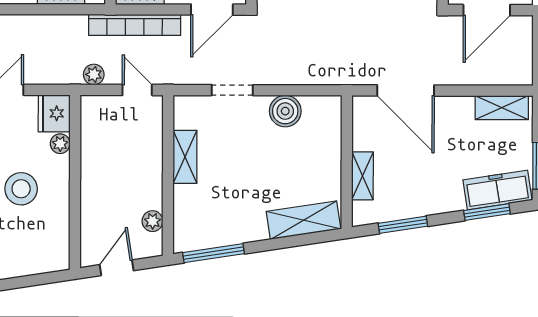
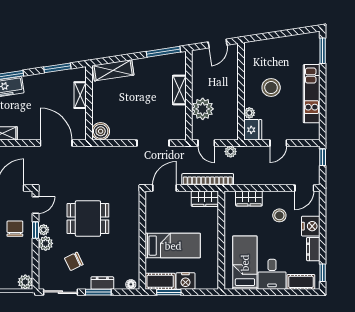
doorway: (232, 90) -> (153, 143), width x1.38
boiler: (285, 111) -> (101, 131), moved
shelving: (185, 157) -> (179, 90), moved
plant: (153, 221) -> (203, 109), moved, width x1.87, depth x1.87

